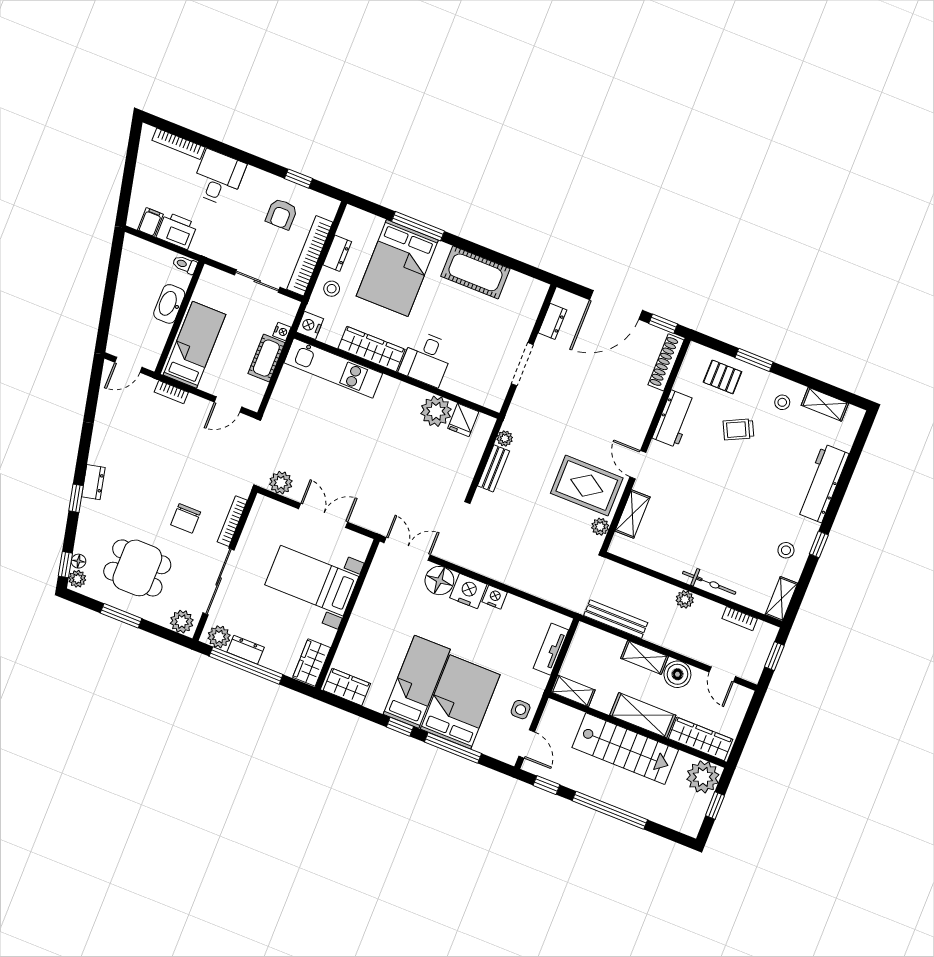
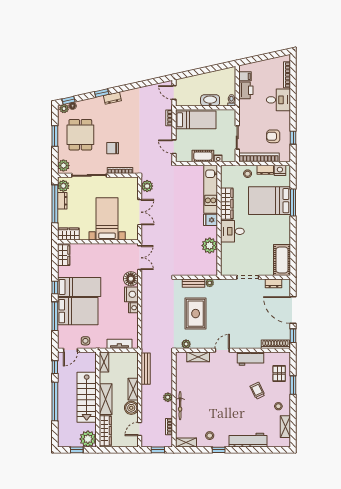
cot: (475, 272) -> (282, 260), moved
nightstand: (310, 325) -> (280, 170), moved
fridge: (463, 420) -> (211, 220), moved
rug: (587, 486) -> (196, 314), moved

